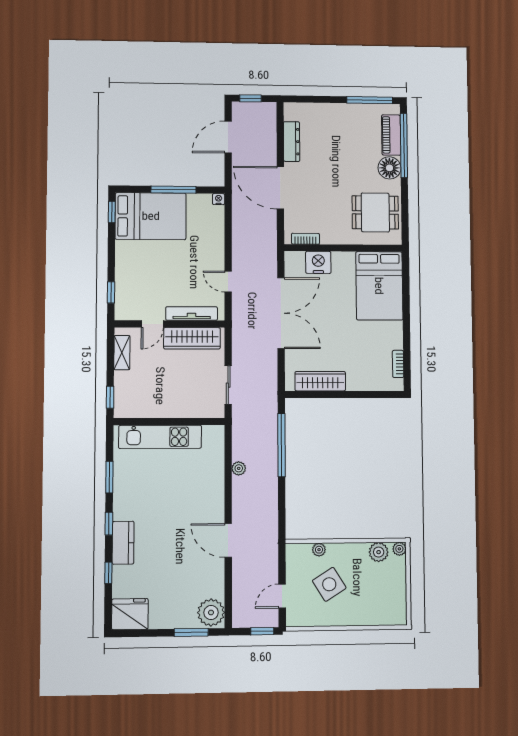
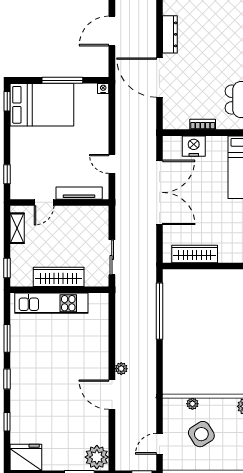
bookcase: (305, 239) -> (203, 124), moved
wardrobe: (192, 338) -> (59, 277), moved, turned 180
plant: (239, 468) -> (121, 369), moved
kitchen counter: (123, 543) -> (20, 396), removed

